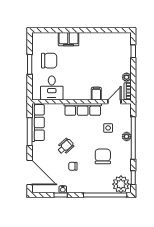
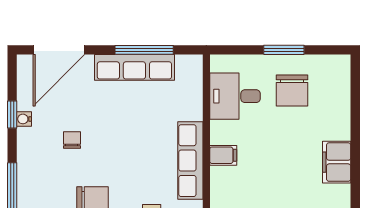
filing cabinet: (69, 39) -> (337, 162), moved
filing cabinet: (96, 94) -> (223, 155), moved
row of seats: (38, 122) -> (134, 67), moved
wheelchair: (65, 146) -> (113, 124), removed

